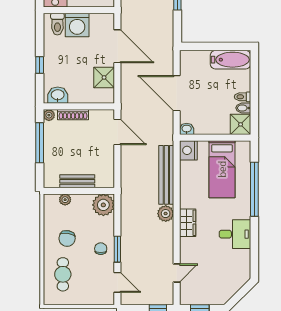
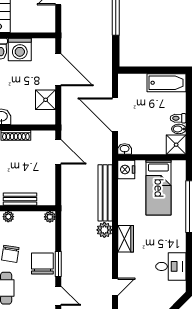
plant: (103, 205) -> (50, 217), width x0.53, depth x0.53
desk: (235, 234) -> (171, 266), moved
chair: (101, 249) -> (42, 264), width x1.87, depth x1.87

